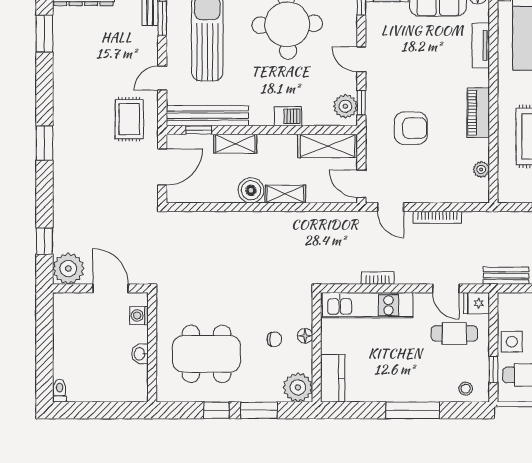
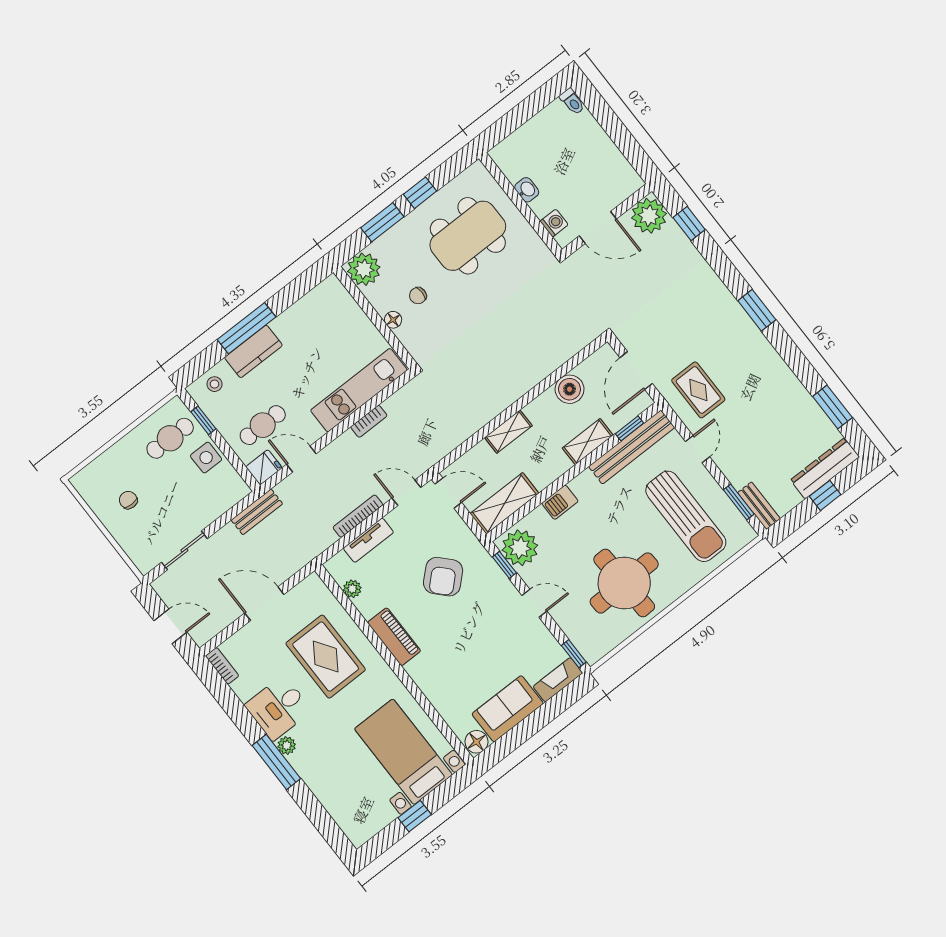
tv unit: (481, 45) -> (368, 540), moved, turned 90
plant: (345, 106) -> (520, 548), width x1.36, depth x1.36
armchair: (411, 128) -> (443, 577), turned -43
boiler: (251, 190) -> (570, 389), moved
kitchen counter: (333, 378) -> (253, 351), moved, turned -90

